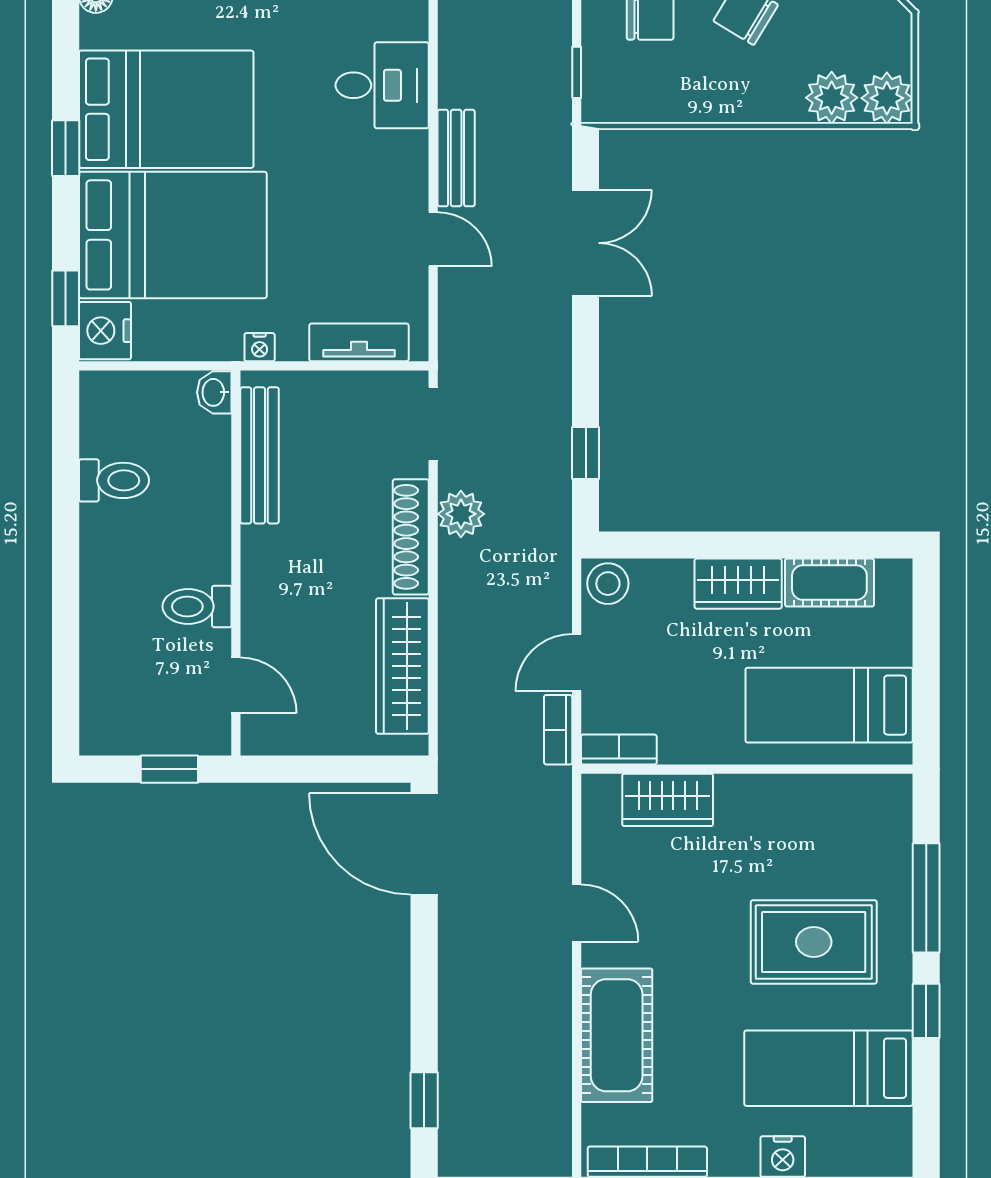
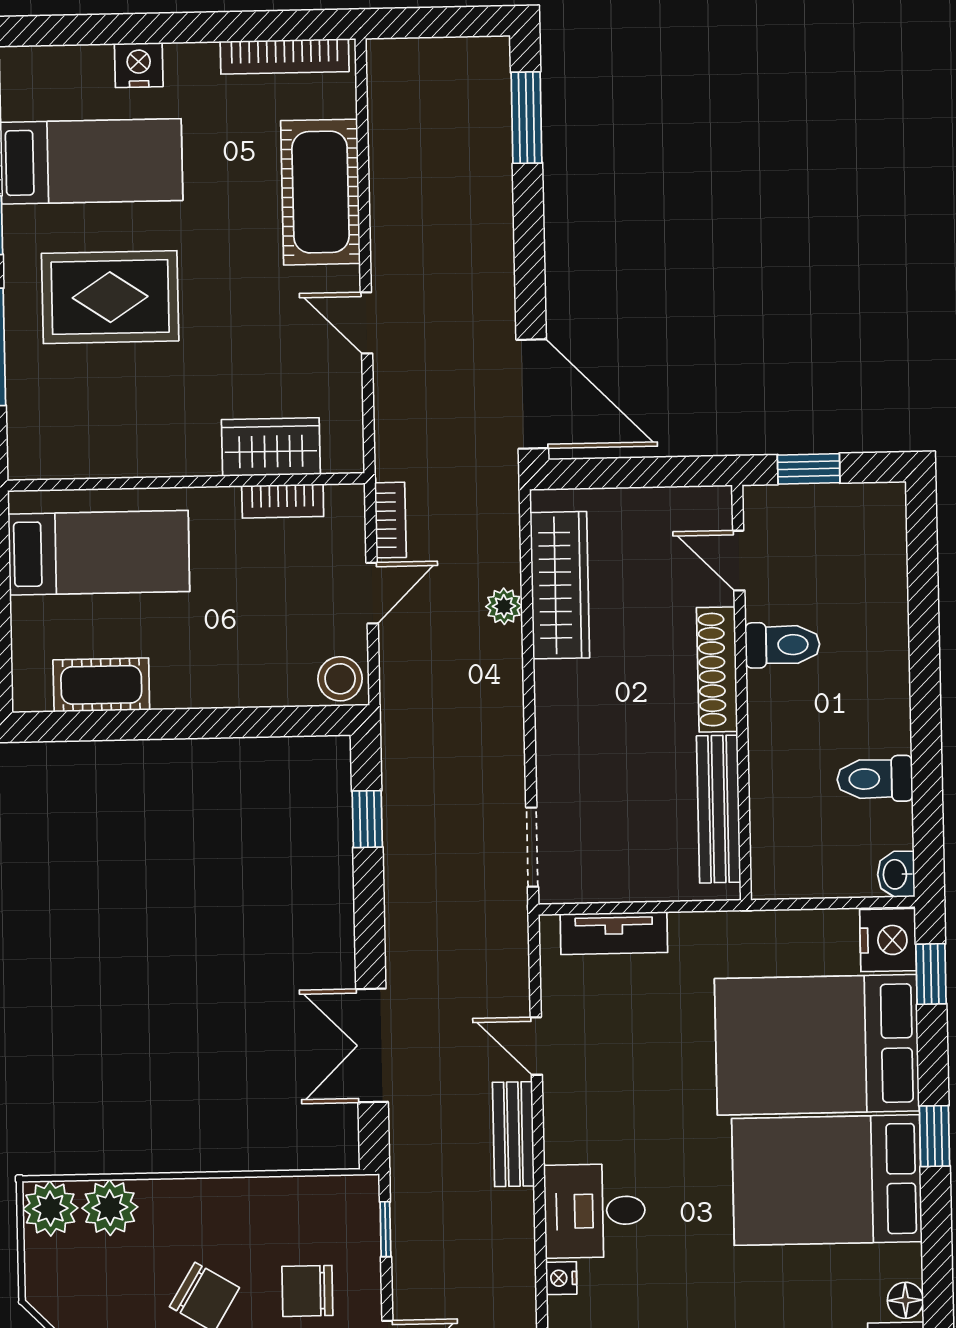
nightstand: (260, 347) -> (561, 1278), moved, turned -90
washbasin: (214, 392) -> (896, 874), moved, turned 180
plant: (461, 514) -> (504, 606), moved, width x0.73, depth x0.73
shoe rack: (411, 537) -> (717, 669), moved, turned 180
wardrobe: (738, 584) -> (200, 682), removed
bookcase: (619, 750) -> (283, 501), moved
window: (424, 1100) -> (527, 118), width x1.50

